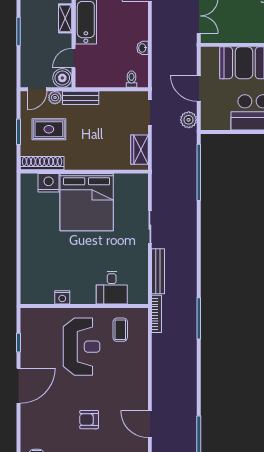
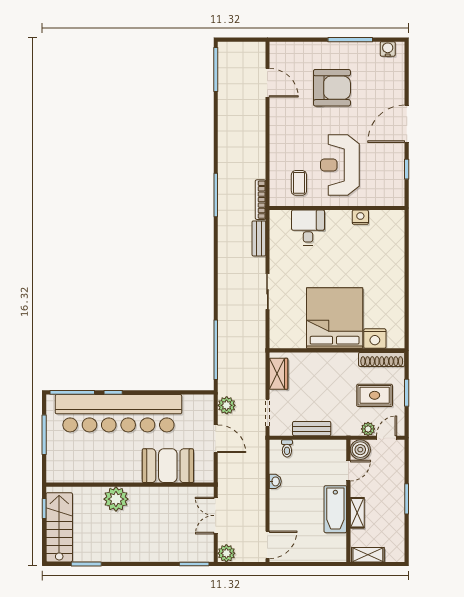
bench: (81, 98) -> (312, 429), moved
bench: (158, 271) -> (259, 238), width x0.73
armchair: (89, 420) -> (332, 88), width x1.88, depth x1.88

